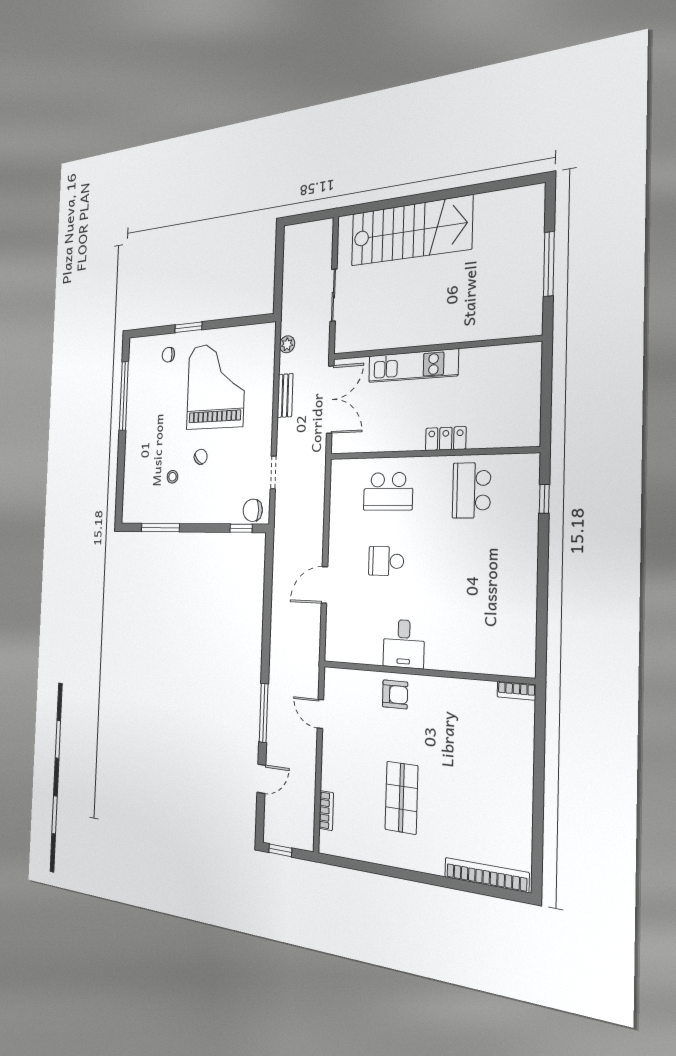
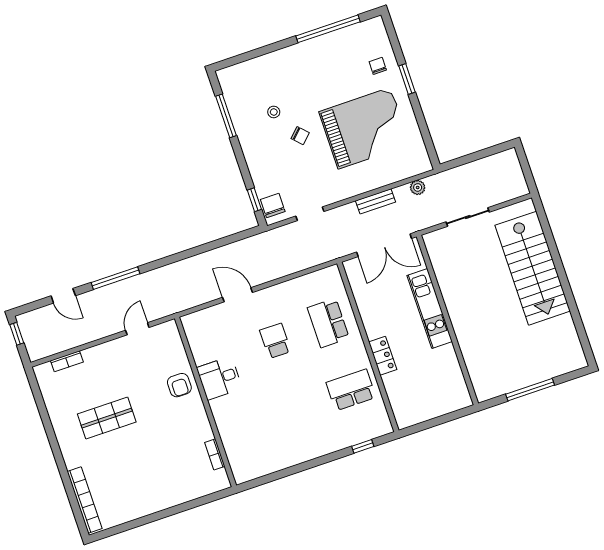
bookcase: (516, 691) -> (215, 454), moved

